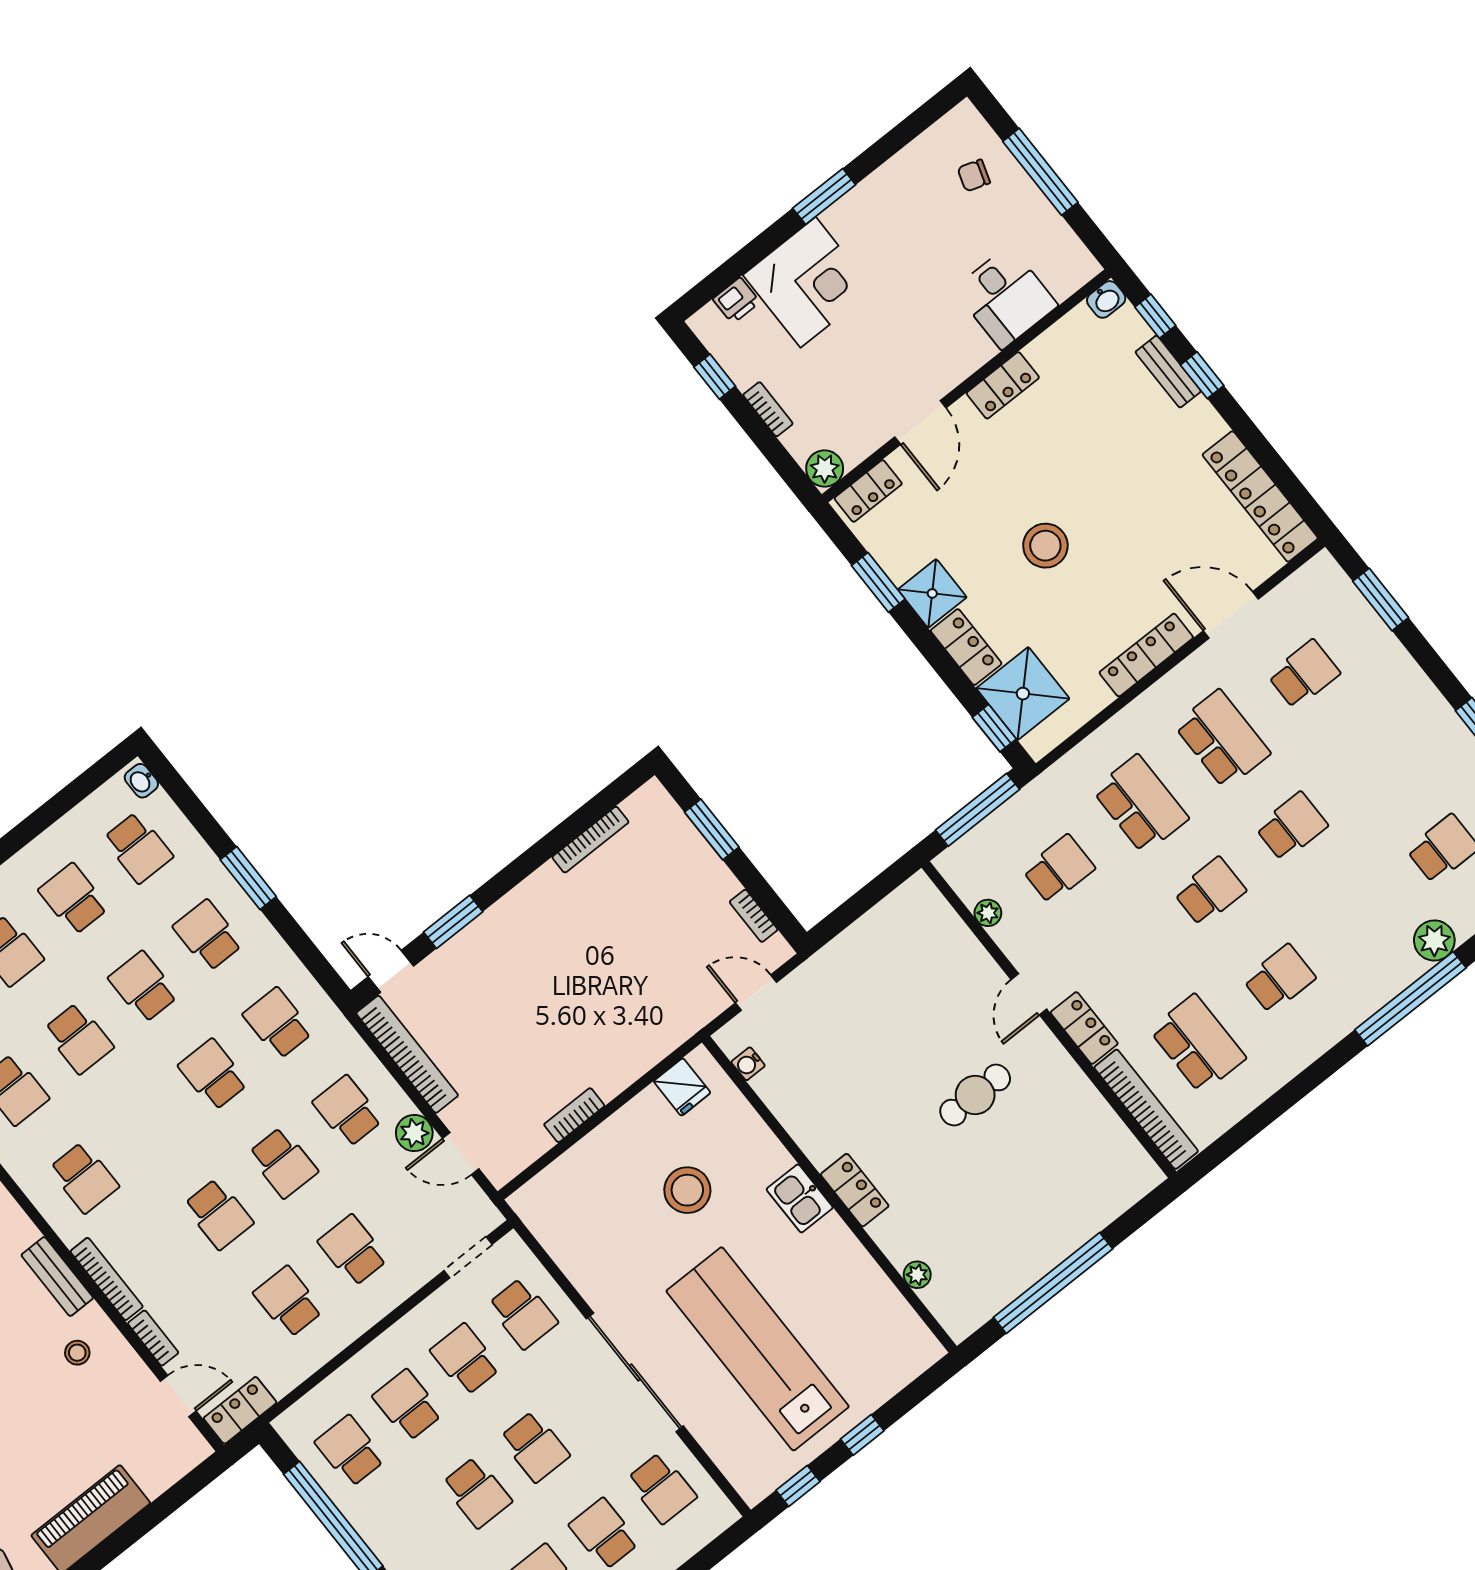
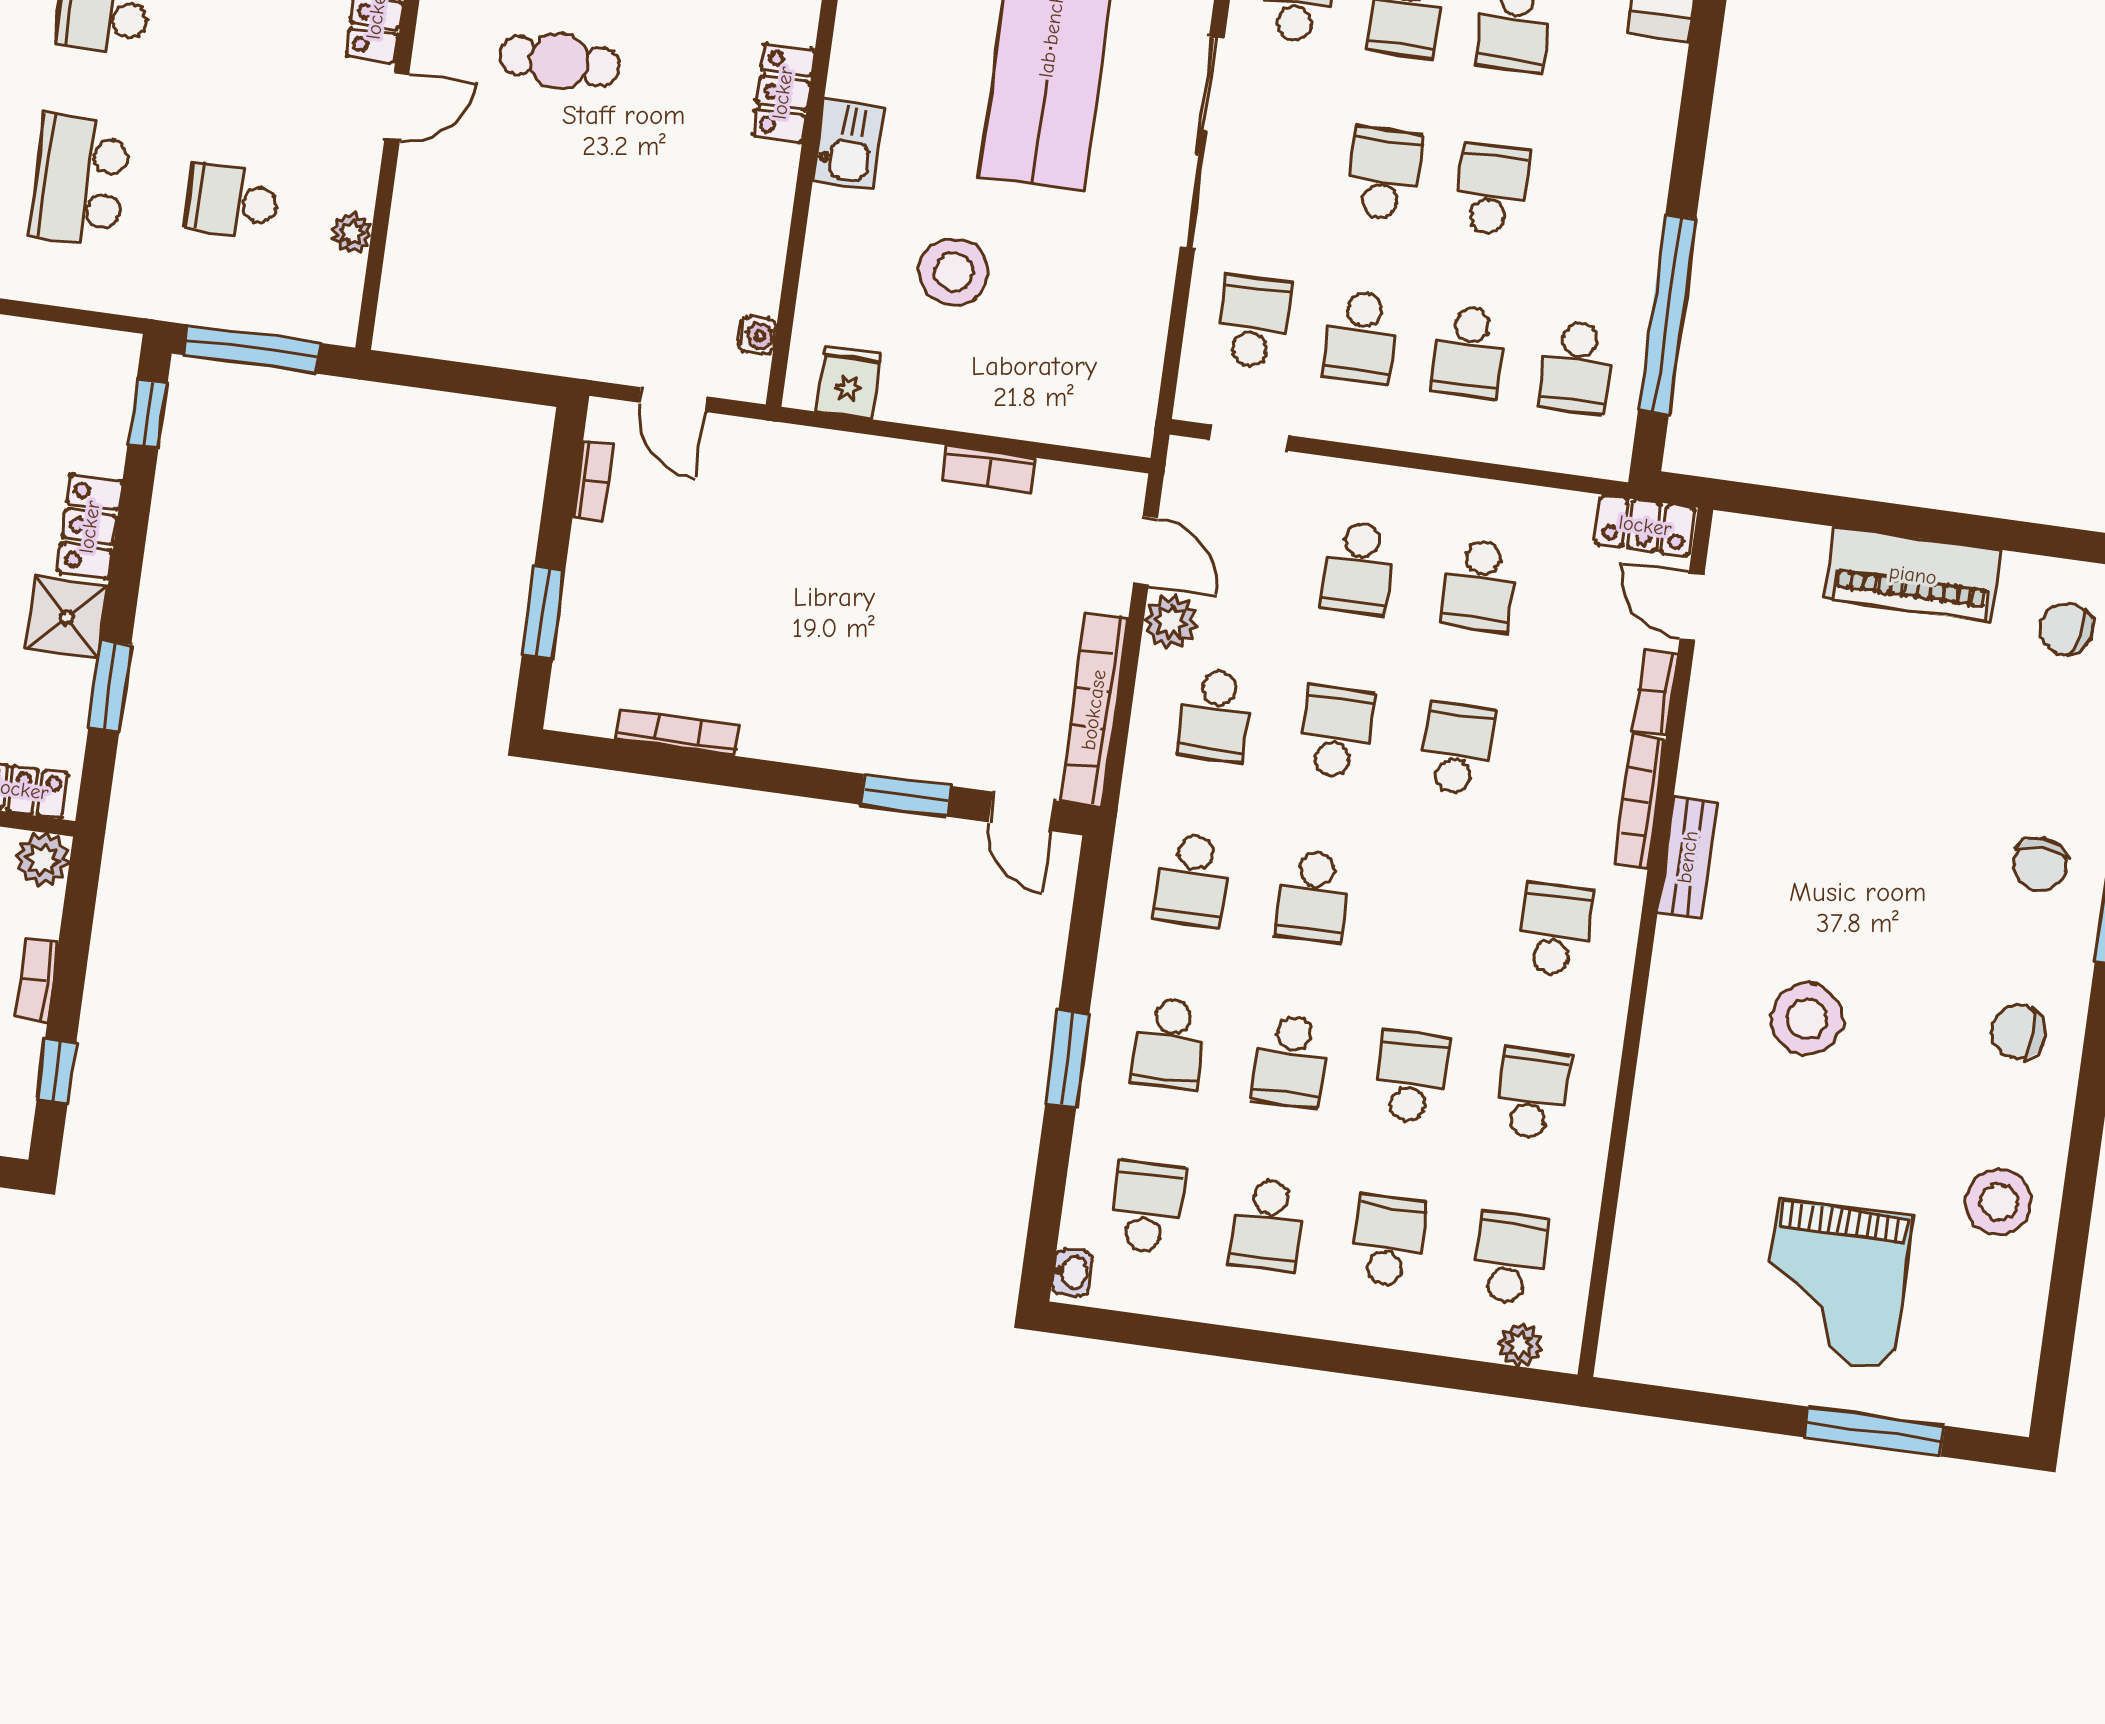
shower: (1023, 694) -> (81, 419), removed
stool: (77, 1353) -> (1749, 758), removed

